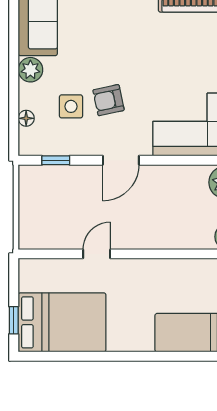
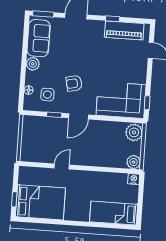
side table: (71, 106) -> (47, 95), moved
window: (56, 160) -> (54, 115), moved

